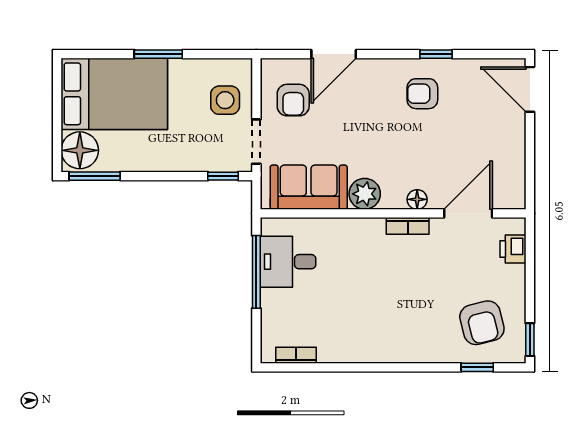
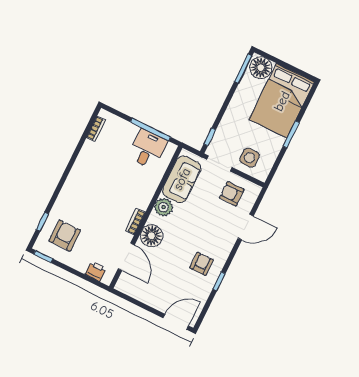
door: (334, 54) -> (246, 227), swing flipped
floor lamp: (417, 199) -> (152, 236), width x1.89, depth x1.89
armchair: (482, 323) -> (65, 236), turned 104

